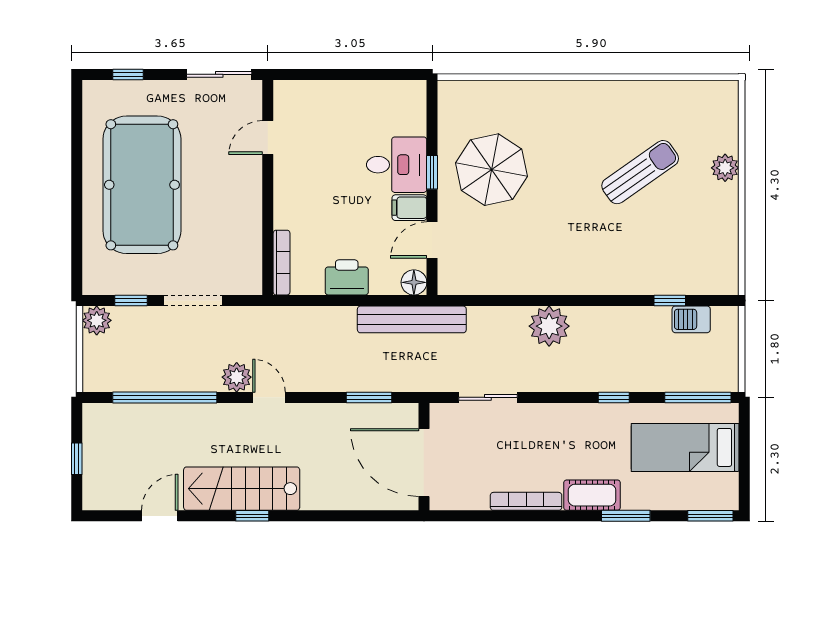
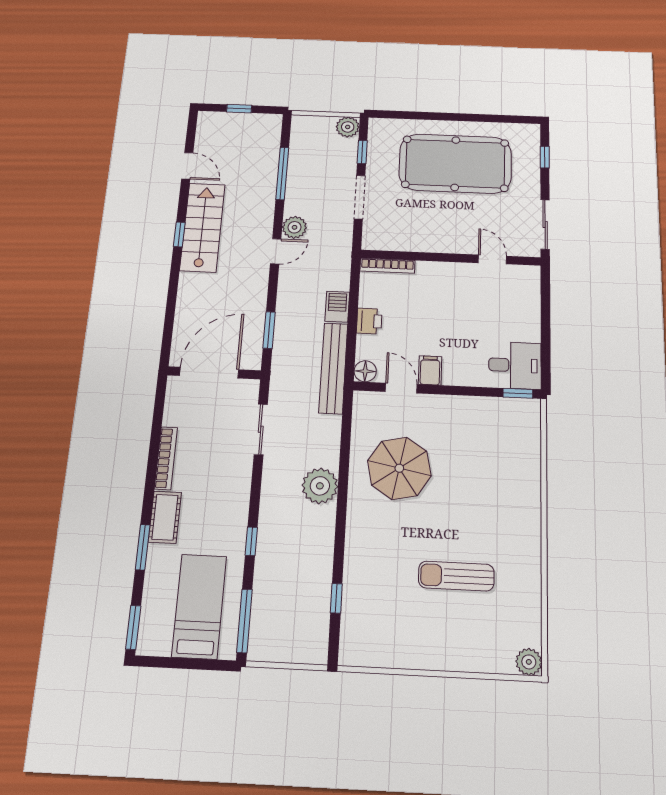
desk: (397, 165) -> (515, 365), moved, turned -90
plant: (725, 168) -> (529, 662), moved
parasol: (491, 170) -> (399, 468), moved
window: (432, 172) -> (518, 393), moved
sun lounger: (640, 172) -> (456, 576), turned 125
printer: (347, 277) -> (369, 321), width x0.73, depth x0.81
barbecue: (691, 319) -> (337, 307), moved
window: (165, 397) -> (282, 173), width x0.68

